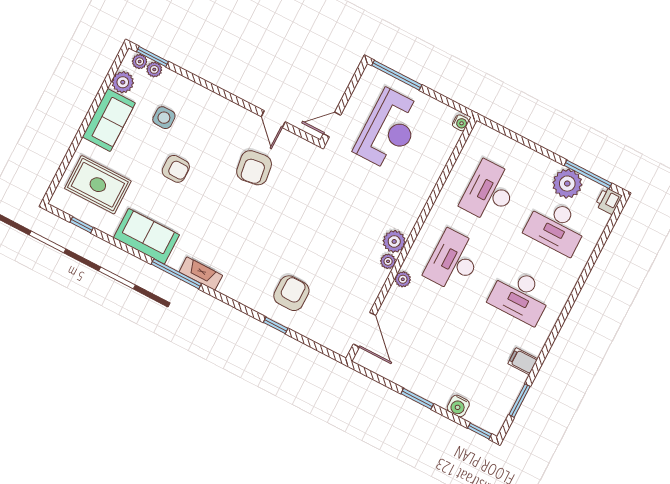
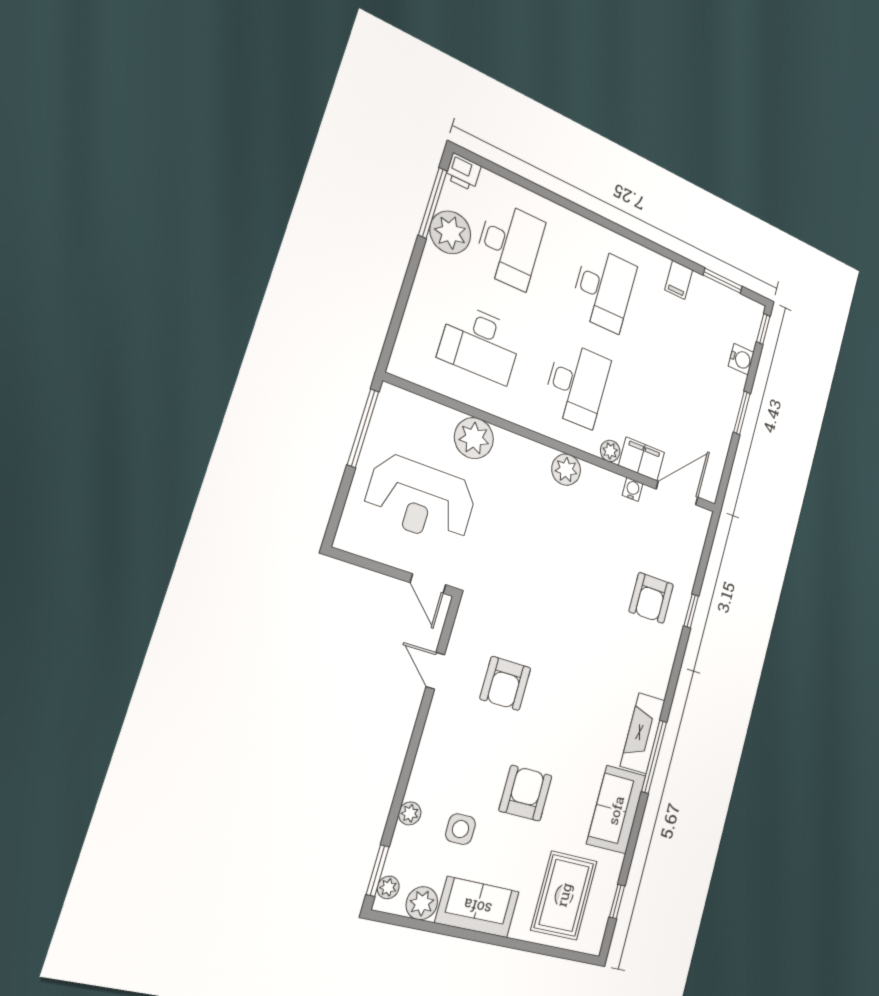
plant: (154, 69) -> (410, 813), moved
window: (397, 75) -> (363, 428), moved
door: (273, 119) -> (435, 671), swing flipped
water cooler: (461, 123) -> (633, 489), moved
reception desk: (389, 130) -> (421, 499), turned 180
armchair: (254, 168) -> (505, 683), turned 98
armchair: (176, 169) -> (526, 793), width x1.38, depth x1.38
plant: (388, 261) -> (474, 438), moved, width x1.88, depth x1.88
desk: (454, 261) -> (577, 385), turned -90
fireplace: (201, 274) -> (643, 733), width x1.37, depth x1.32
armchair: (291, 293) -> (651, 598), turned -90
filing cabinet: (394, 304) -> (642, 459), added

